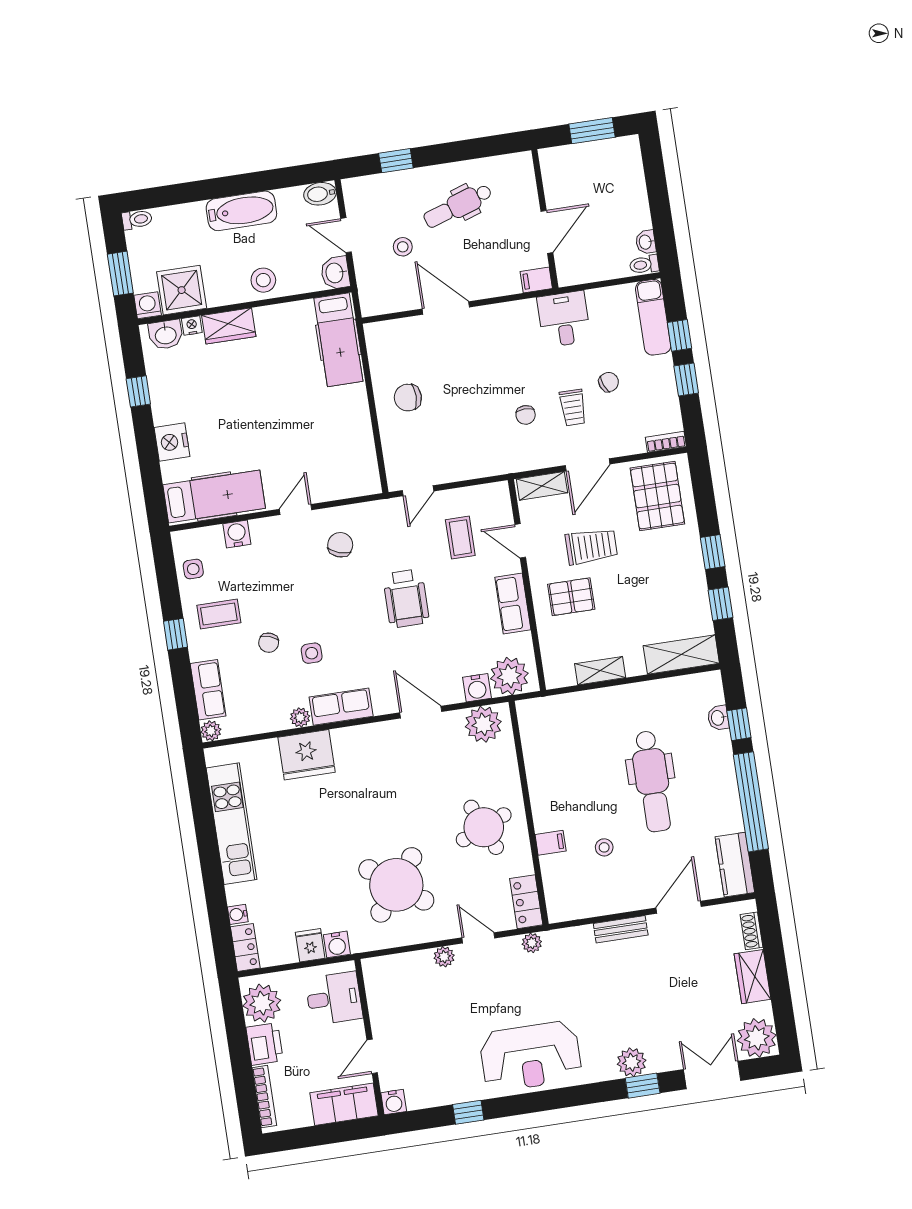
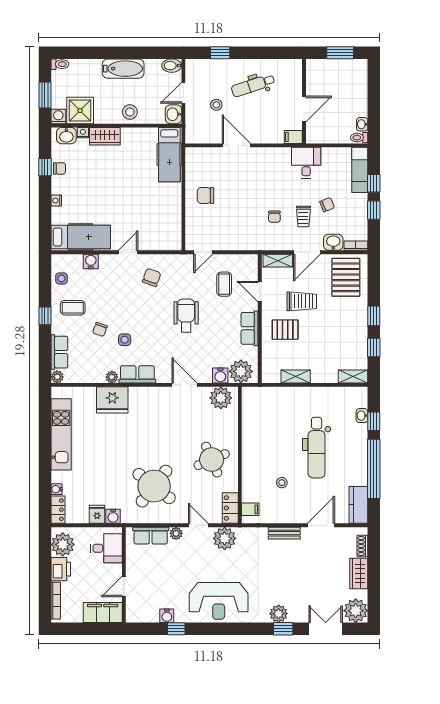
door: (346, 235) -> (183, 93), hinge flipped
chair: (163, 390) -> (60, 168), added
nightstand: (172, 442) -> (56, 200), width x0.53, depth x0.56
washbasin: (628, 442) -> (333, 242), added
wheelchair: (406, 598) -> (186, 316), turned 180
shelving: (681, 654) -> (353, 376), width x0.67, depth x0.75
filing cabinet: (551, 843) -> (250, 509), moved
plant: (532, 943) -> (225, 538), width x1.88, depth x1.88
row of seats: (403, 967) -> (151, 536), added
water cooler: (394, 1102) -> (167, 616), moved

